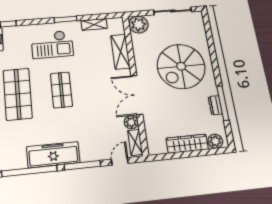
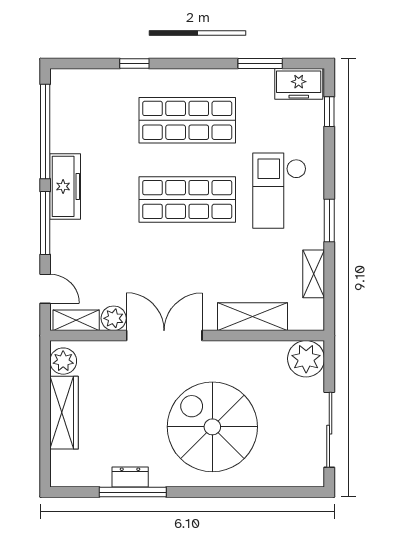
shop shelf: (61, 90) -> (187, 200), width x1.43, depth x1.36
plant: (215, 141) -> (63, 361), moved
freezer: (53, 155) -> (65, 186), width x0.73, depth x0.79

